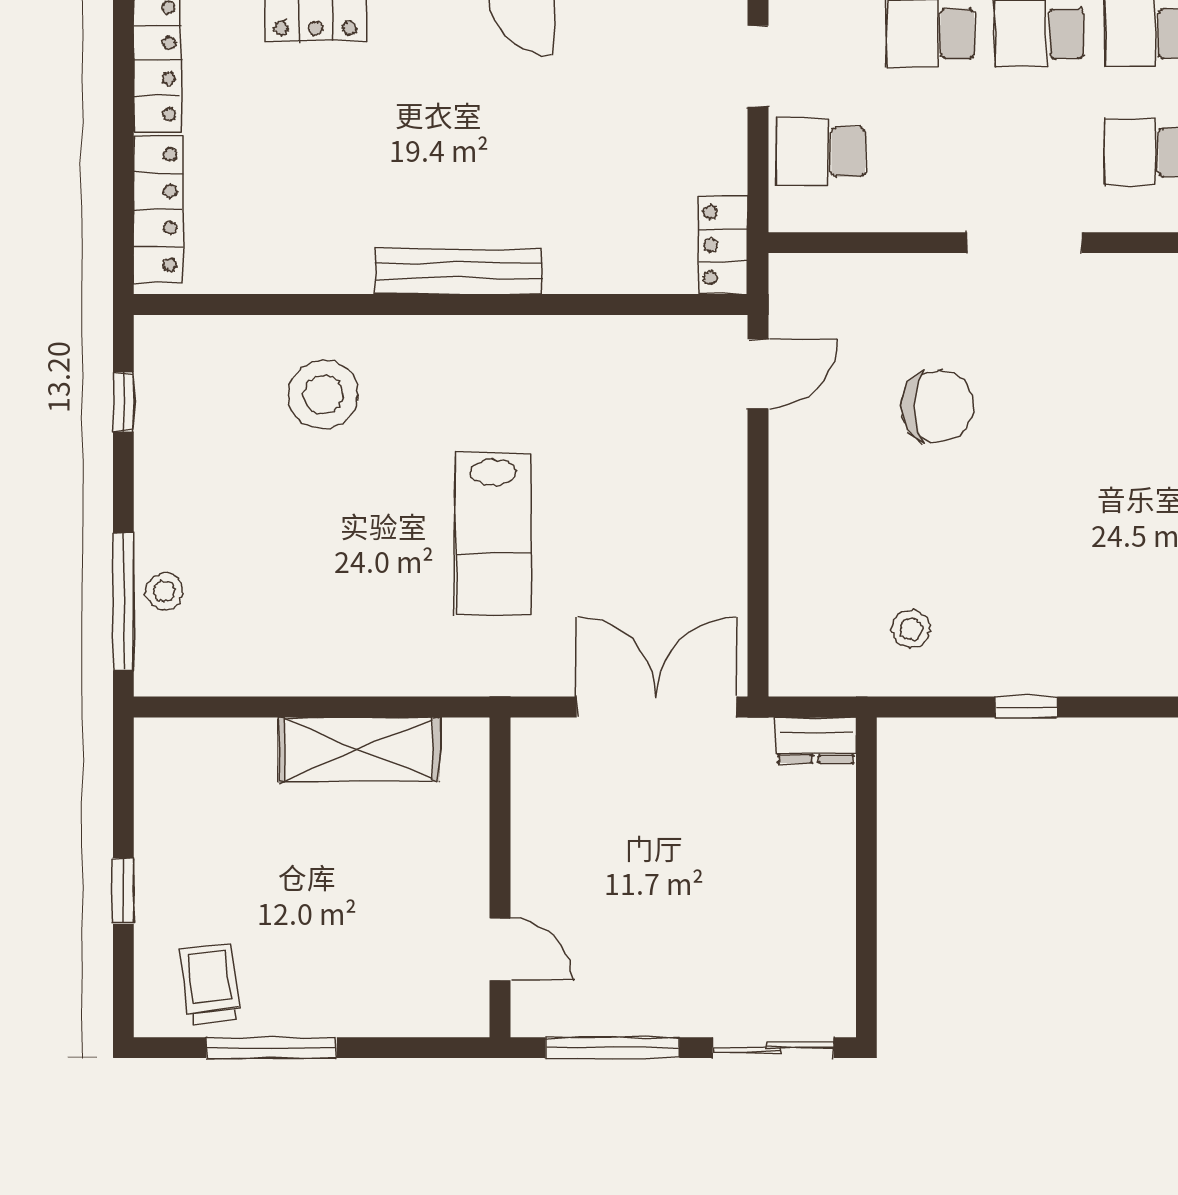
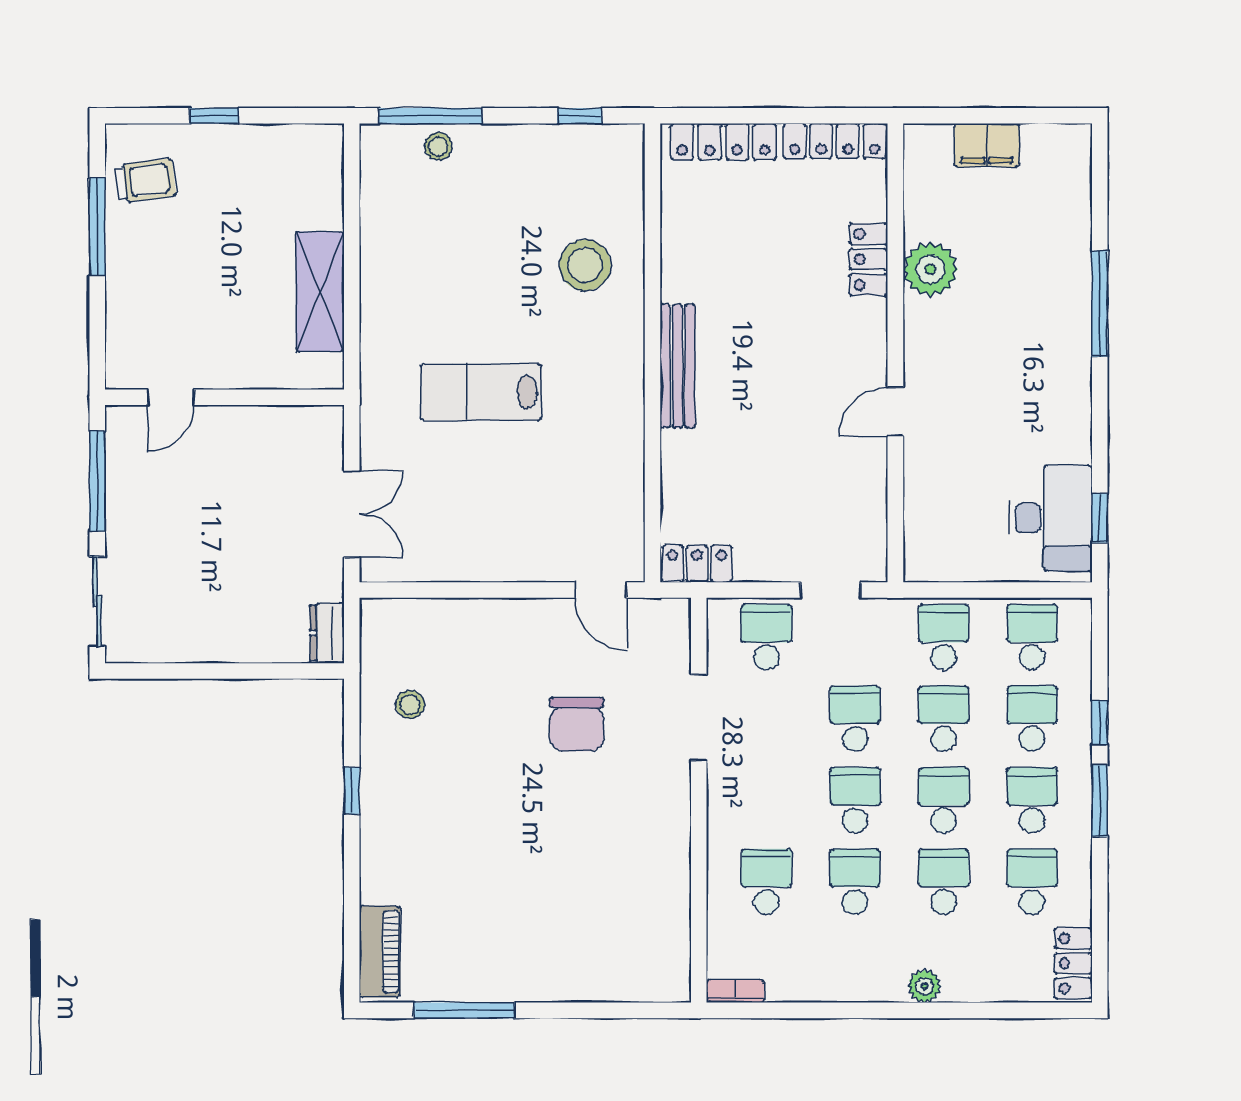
doorway: (1025, 243) -> (699, 717), moved
double door: (656, 707) -> (352, 514), width x0.73

